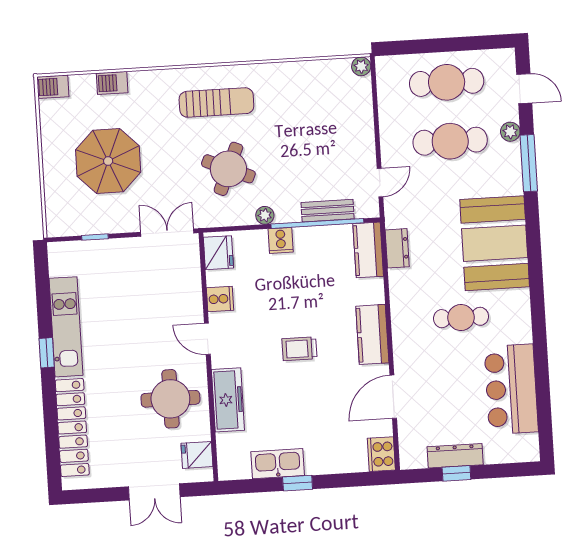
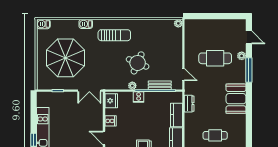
cafe table: (447, 82) -> (215, 33), removed
barbecue: (112, 83) -> (86, 24), moved
parasol: (108, 161) -> (65, 58), width x1.36, depth x1.36
round table: (228, 169) -> (138, 63), moved
door: (380, 183) -> (183, 74), hinge flipped
double door: (167, 233) -> (89, 91), swing flipped
booth: (495, 243) -> (236, 99), width x0.73, depth x0.70
kitchen counter: (368, 250) -> (176, 115), moved

